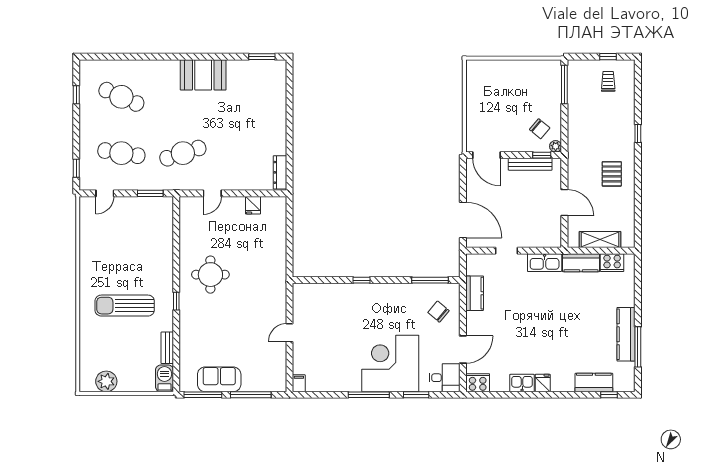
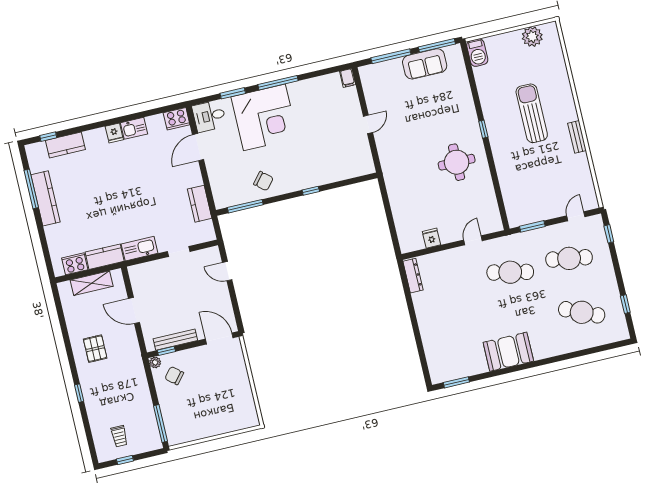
cafe table: (183, 153) -> (510, 272), turned 30
door: (463, 220) -> (227, 271), width x0.53
sun lounger: (125, 306) -> (532, 113), turned -90
chair: (438, 312) -> (263, 181), moved
bench: (167, 348) -> (577, 137), moved

